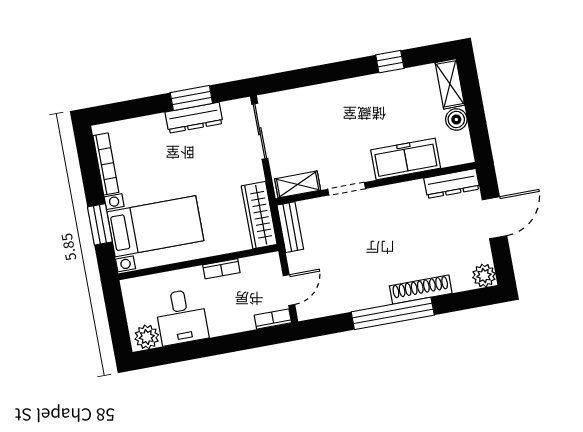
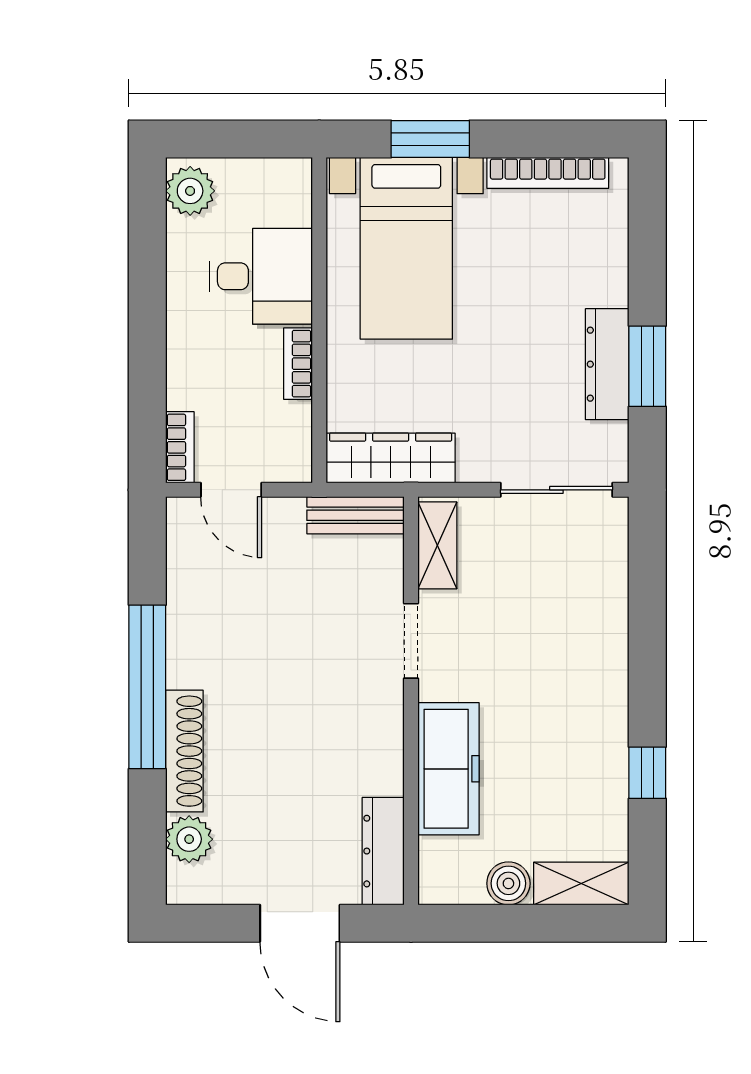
plant: (484, 276) -> (189, 839), moved
desk: (181, 317) -> (261, 276), moved, turned 180

